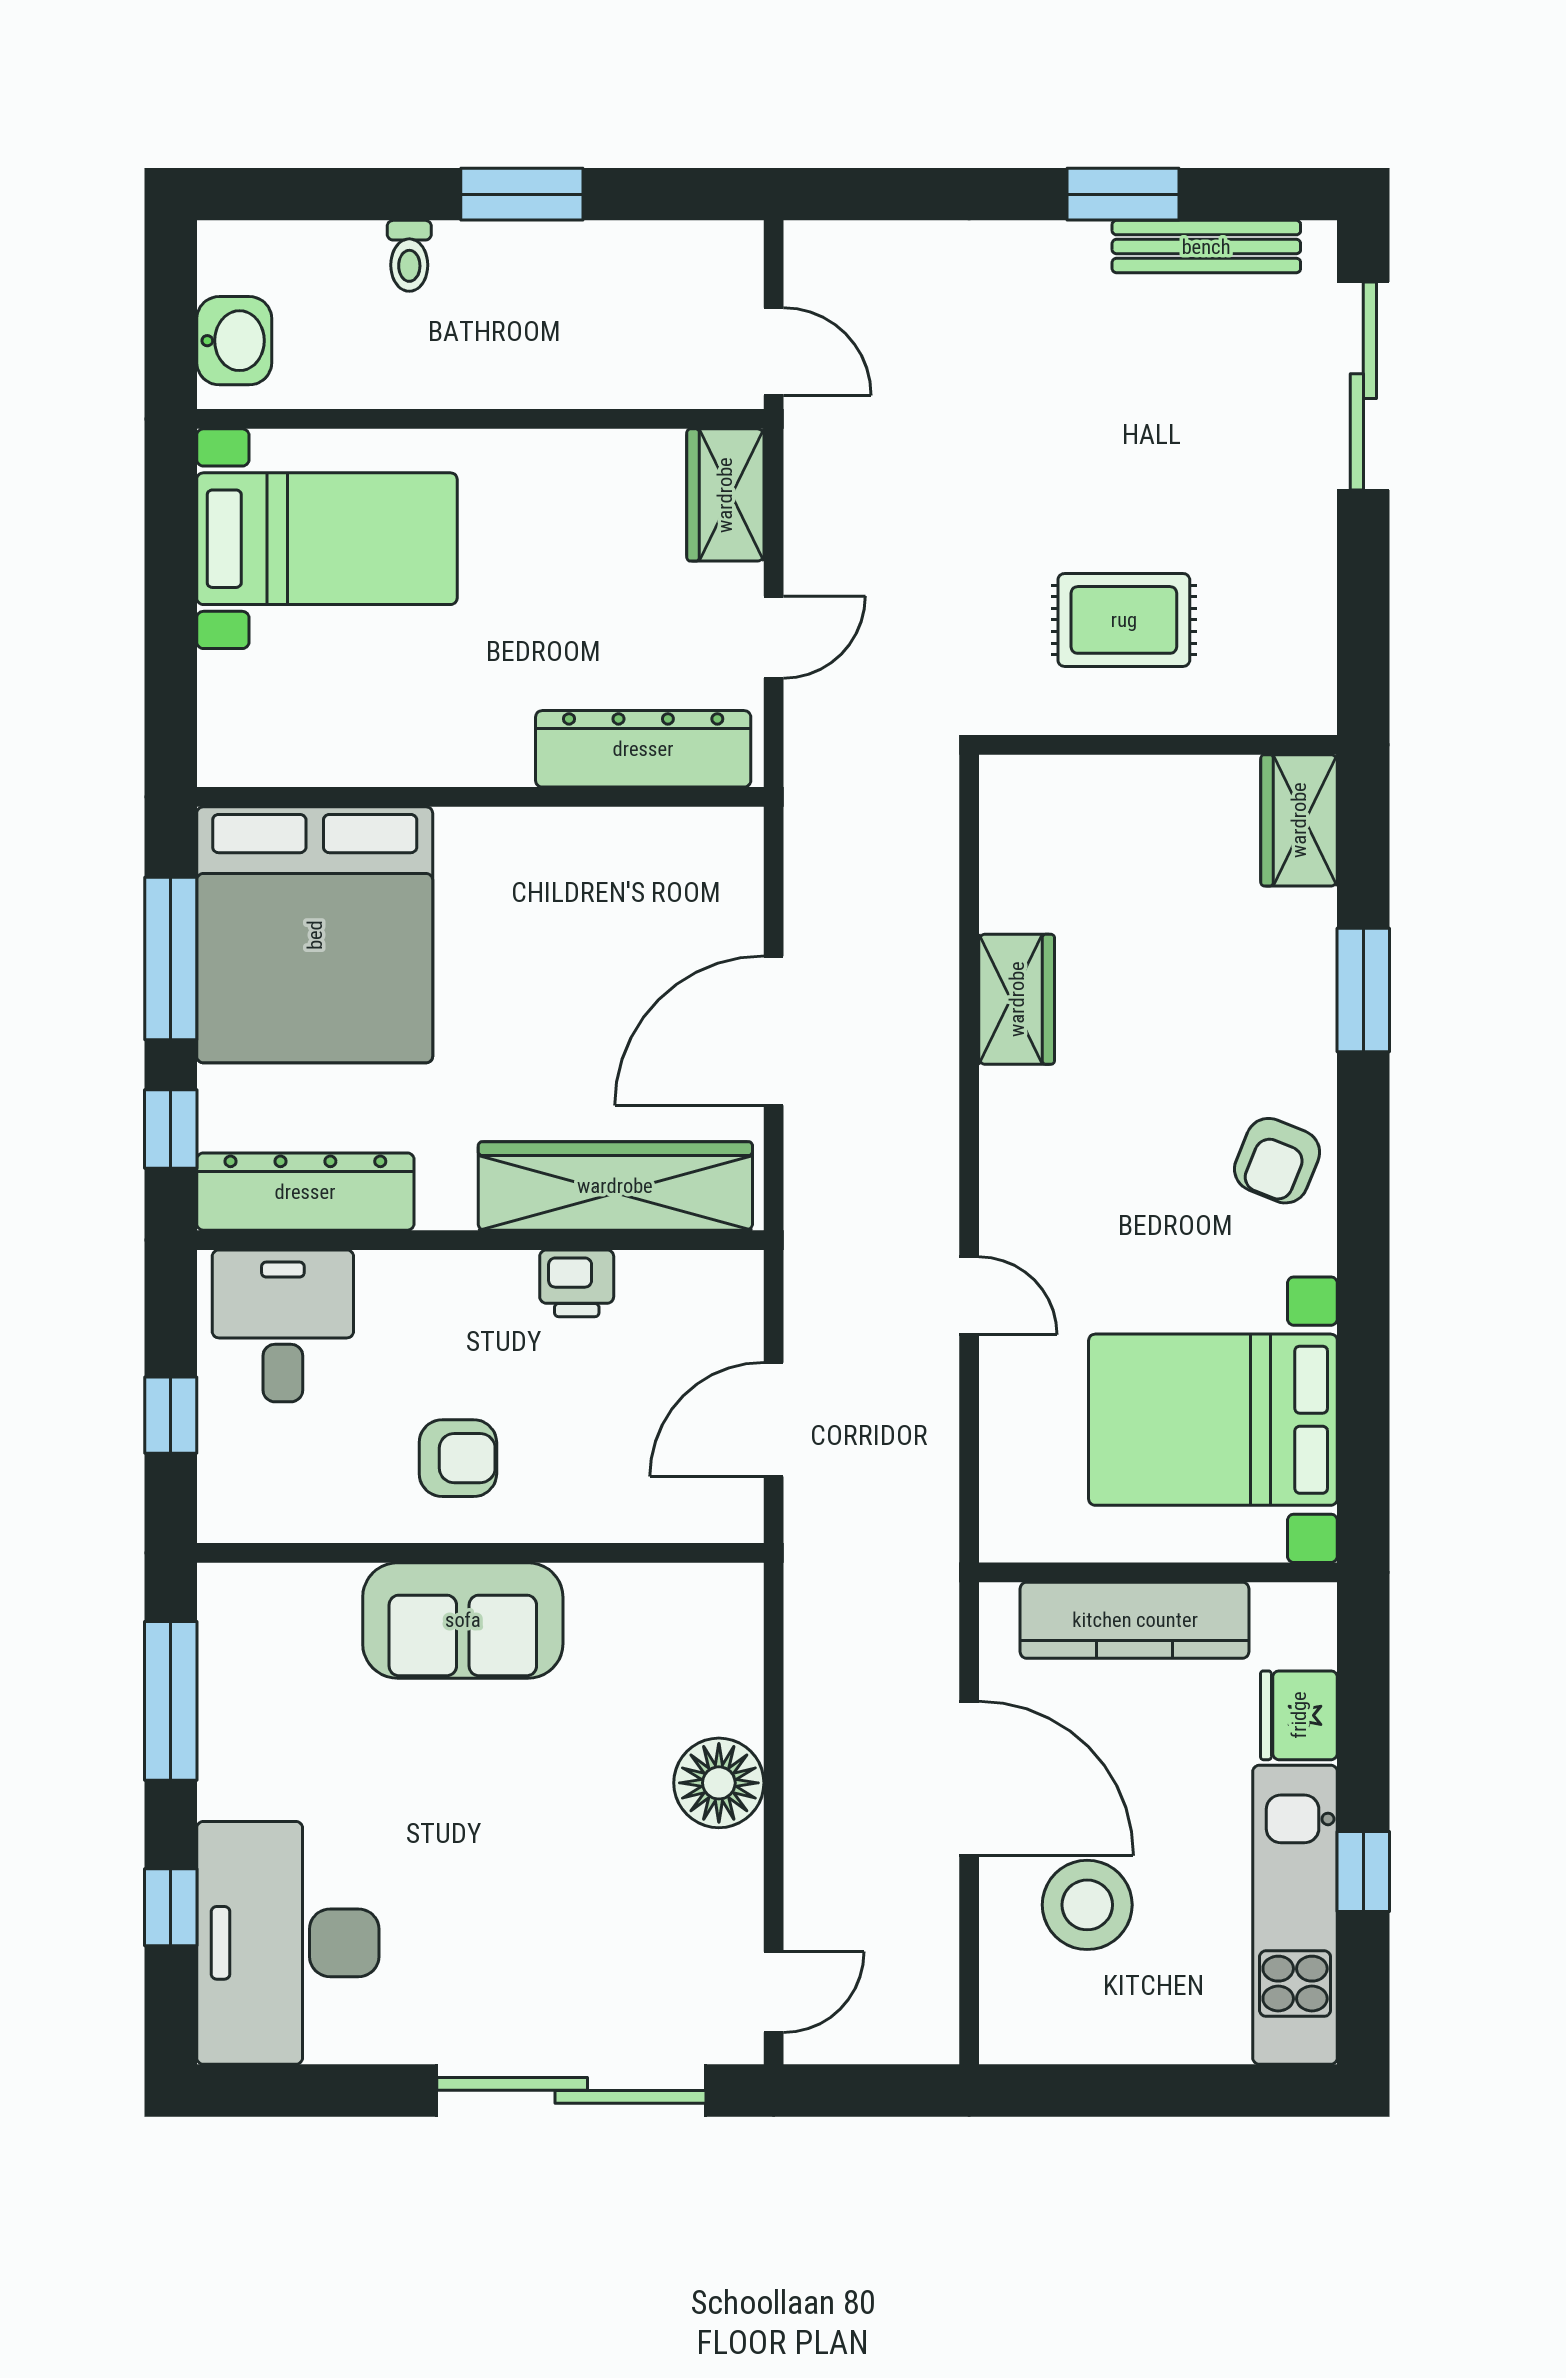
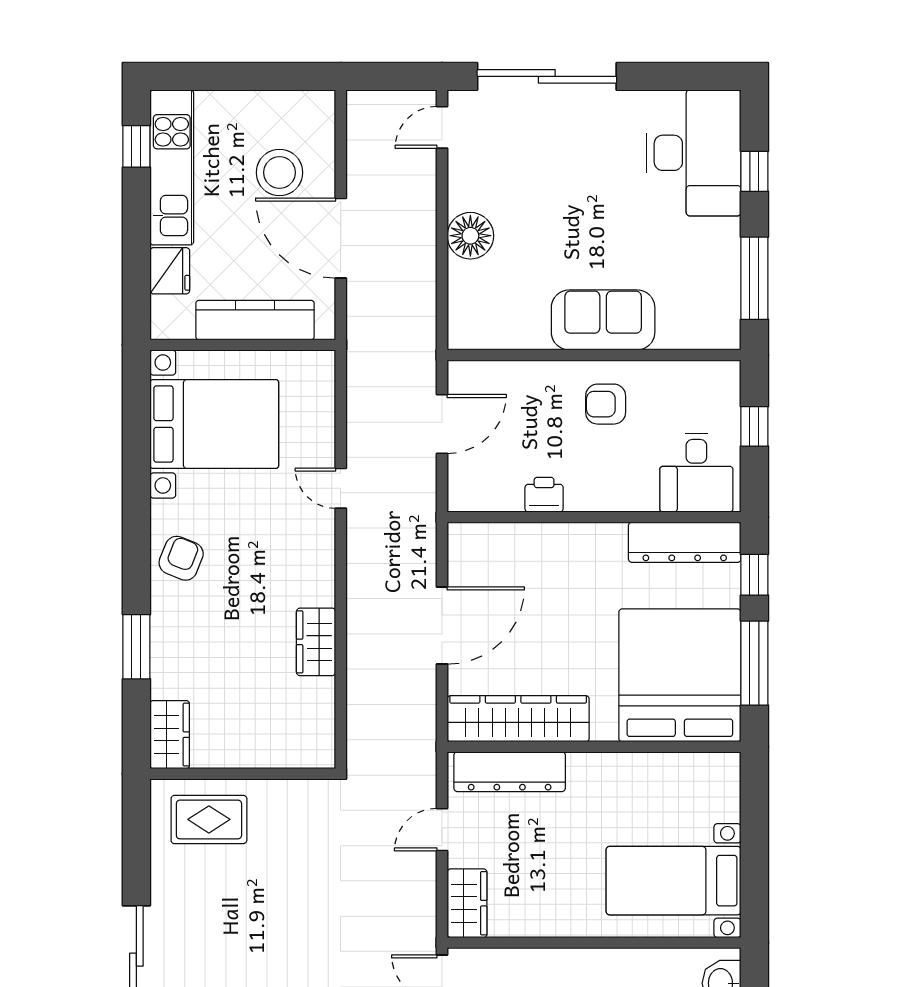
rug: (1124, 620) -> (209, 819), moved
wardrobe: (615, 1186) -> (518, 719), moved, turned 180
window: (1363, 1872) -> (136, 146), moved

